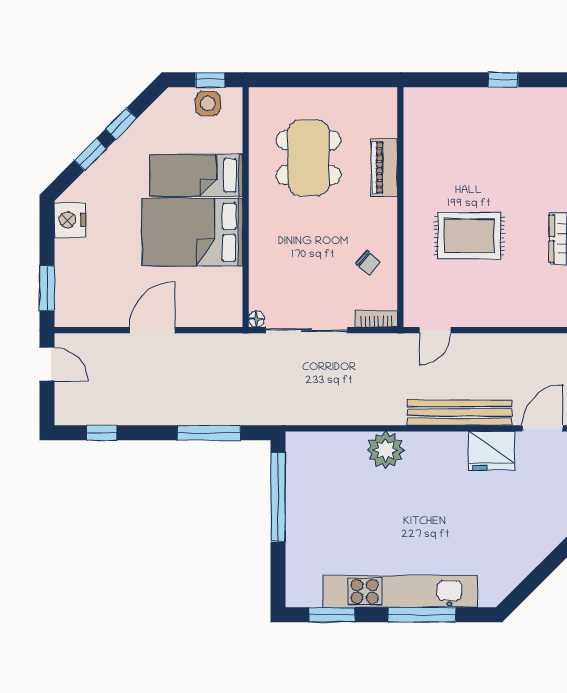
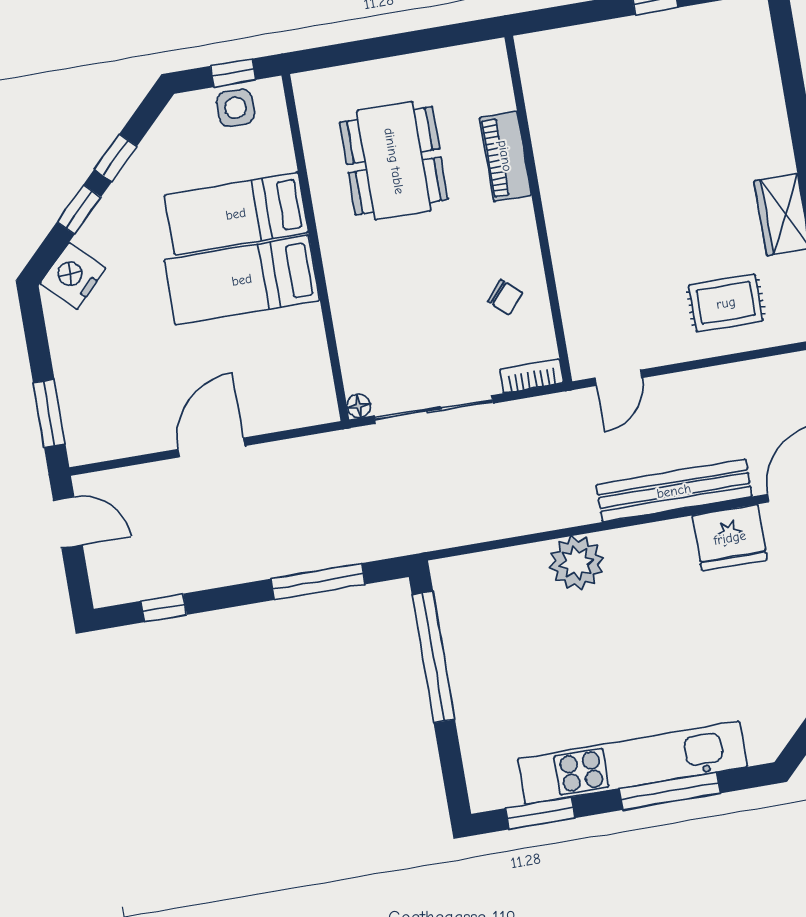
nightstand: (70, 220) -> (73, 276), moved, turned 45
bed: (192, 232) -> (242, 280), width x0.67
rug: (469, 236) -> (726, 303), moved, width x0.73, depth x0.70

